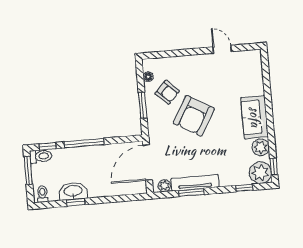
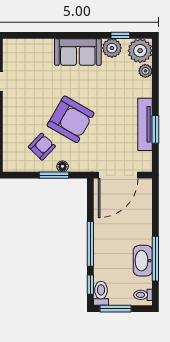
floor lamp: (148, 77) -> (62, 166), moved
door: (148, 163) -> (118, 175), hinge flipped
window: (274, 167) -> (120, 35), moved
plant: (164, 186) -> (145, 71), moved
window: (244, 188) -> (155, 70), removed
window: (76, 202) -> (155, 259), width x2.17

